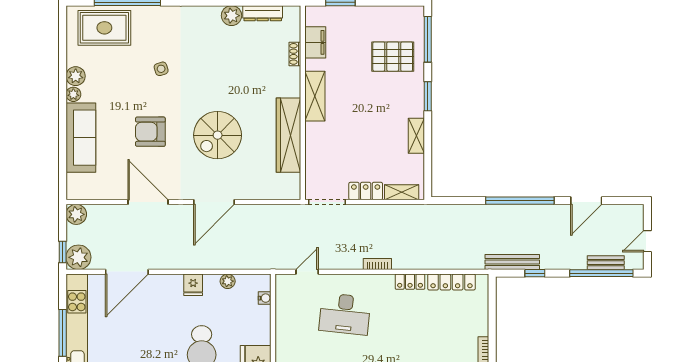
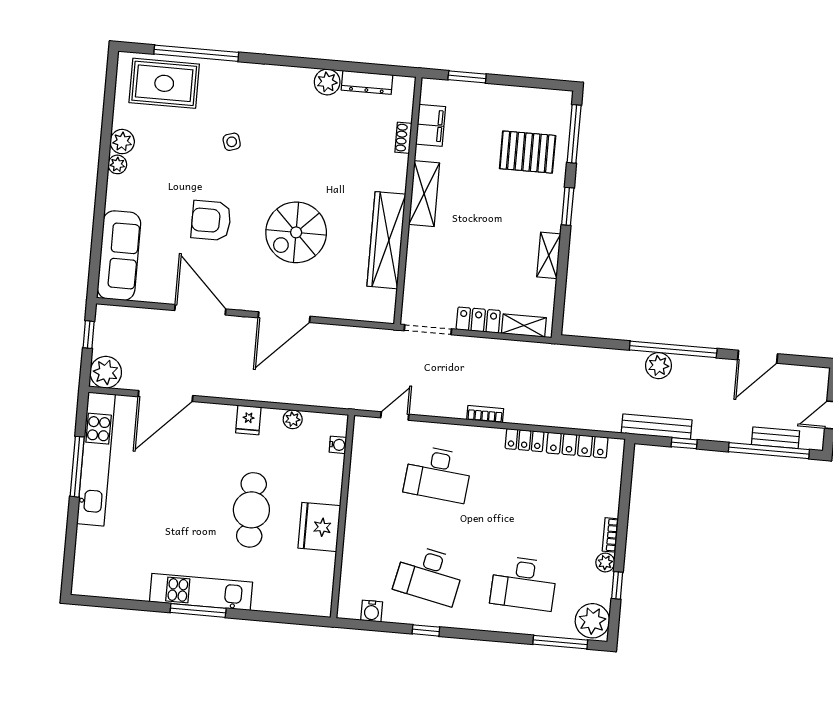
sofa: (81, 138) -> (119, 256), moved
plant: (76, 214) -> (659, 366), moved
window: (63, 252) -> (89, 335), moved

